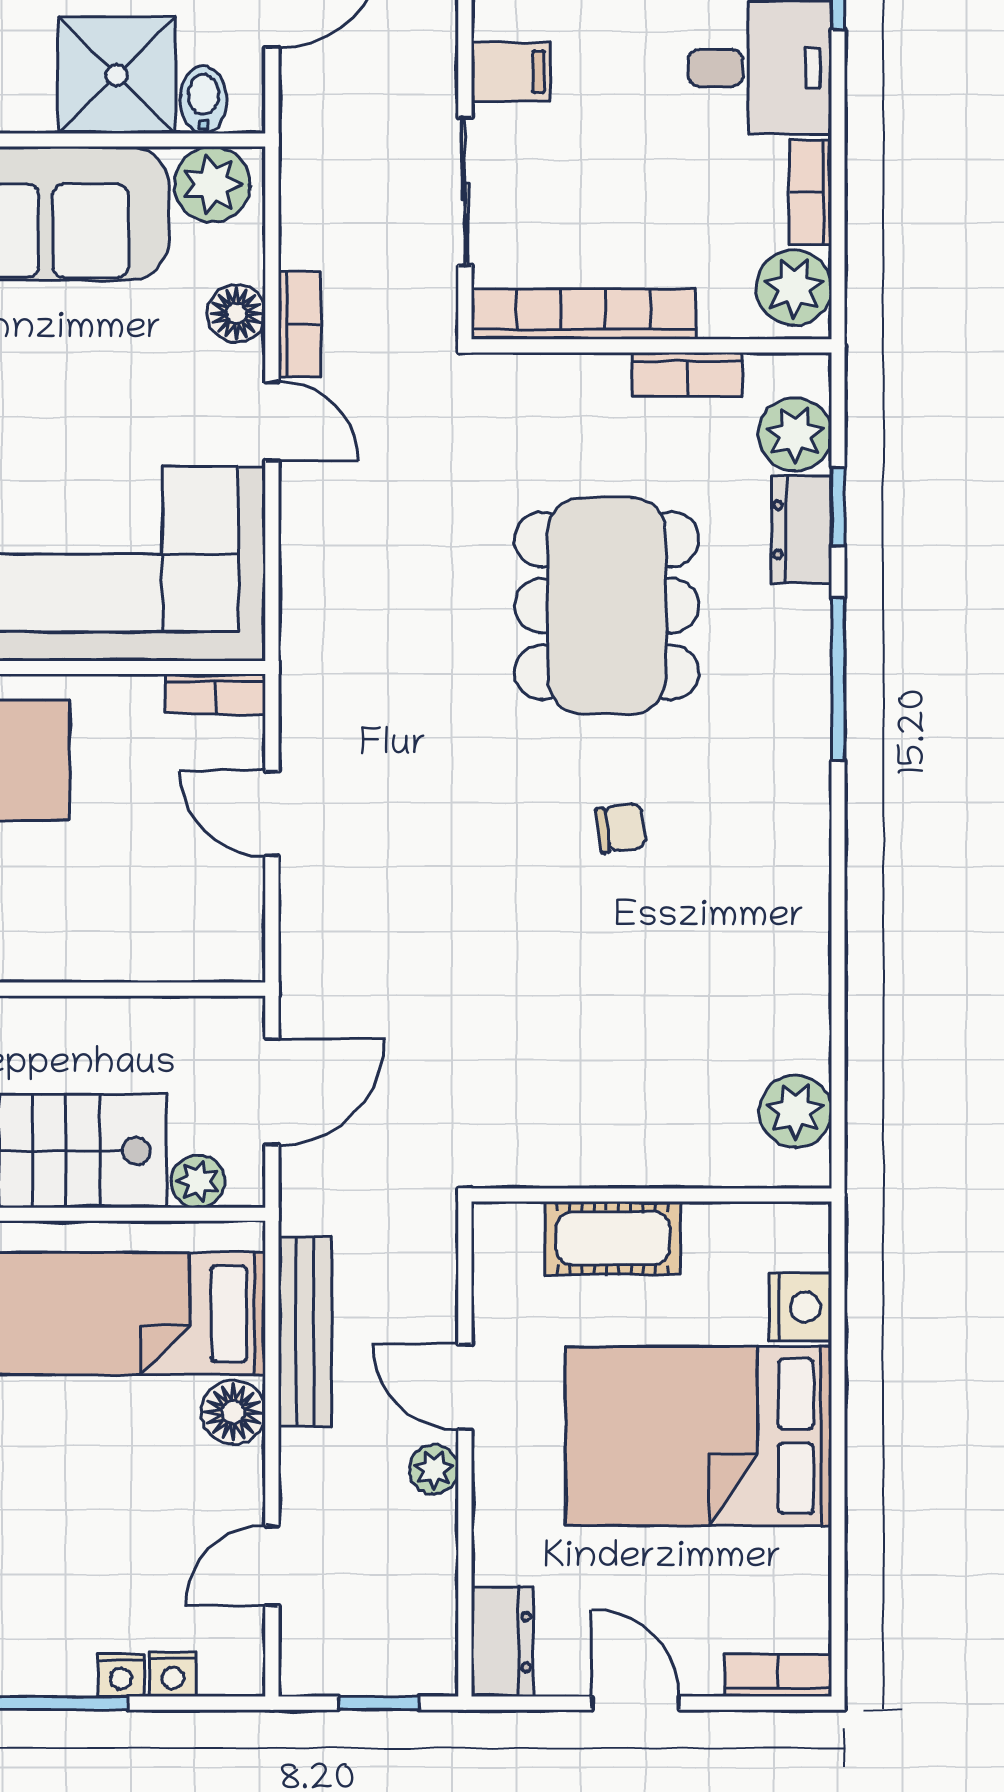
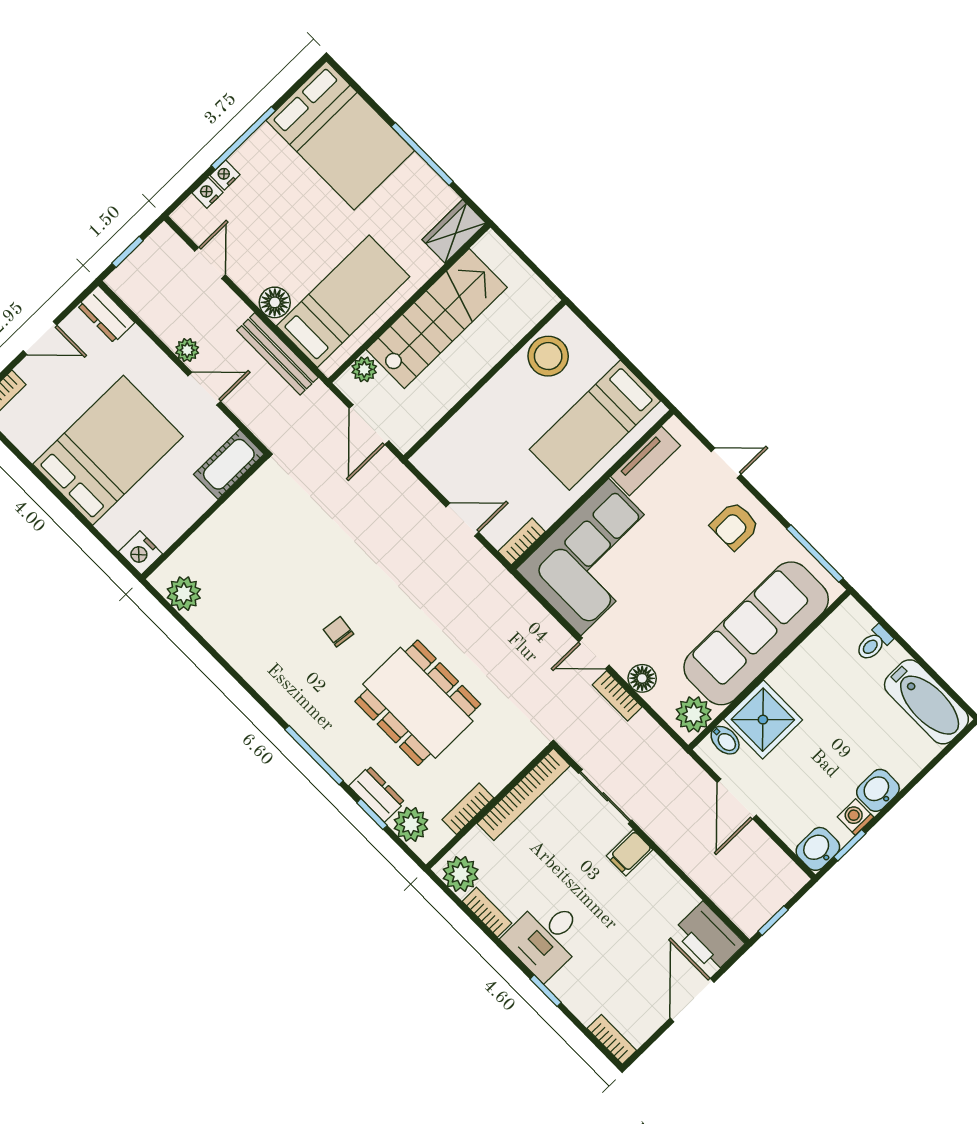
chair: (621, 828) -> (338, 632), turned 105
cot: (613, 1238) -> (229, 464), moved
nightstand: (800, 1307) -> (141, 553), moved

